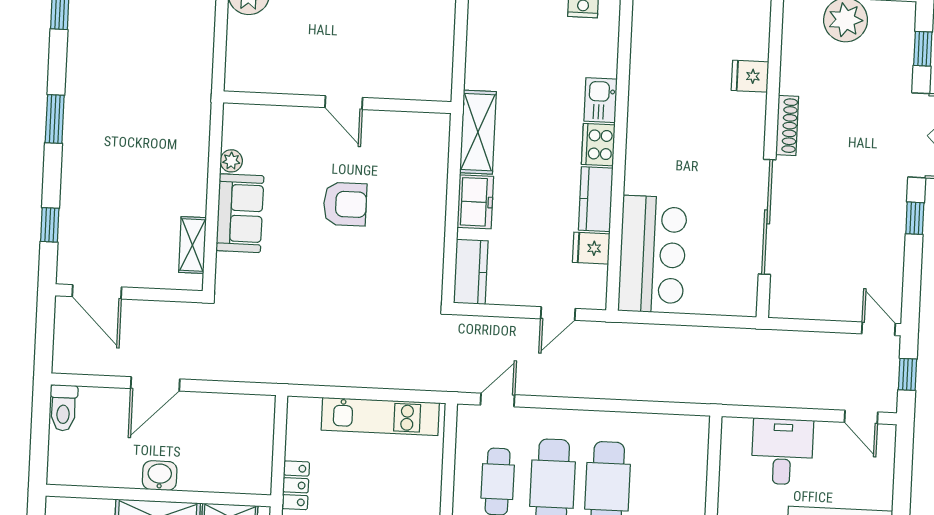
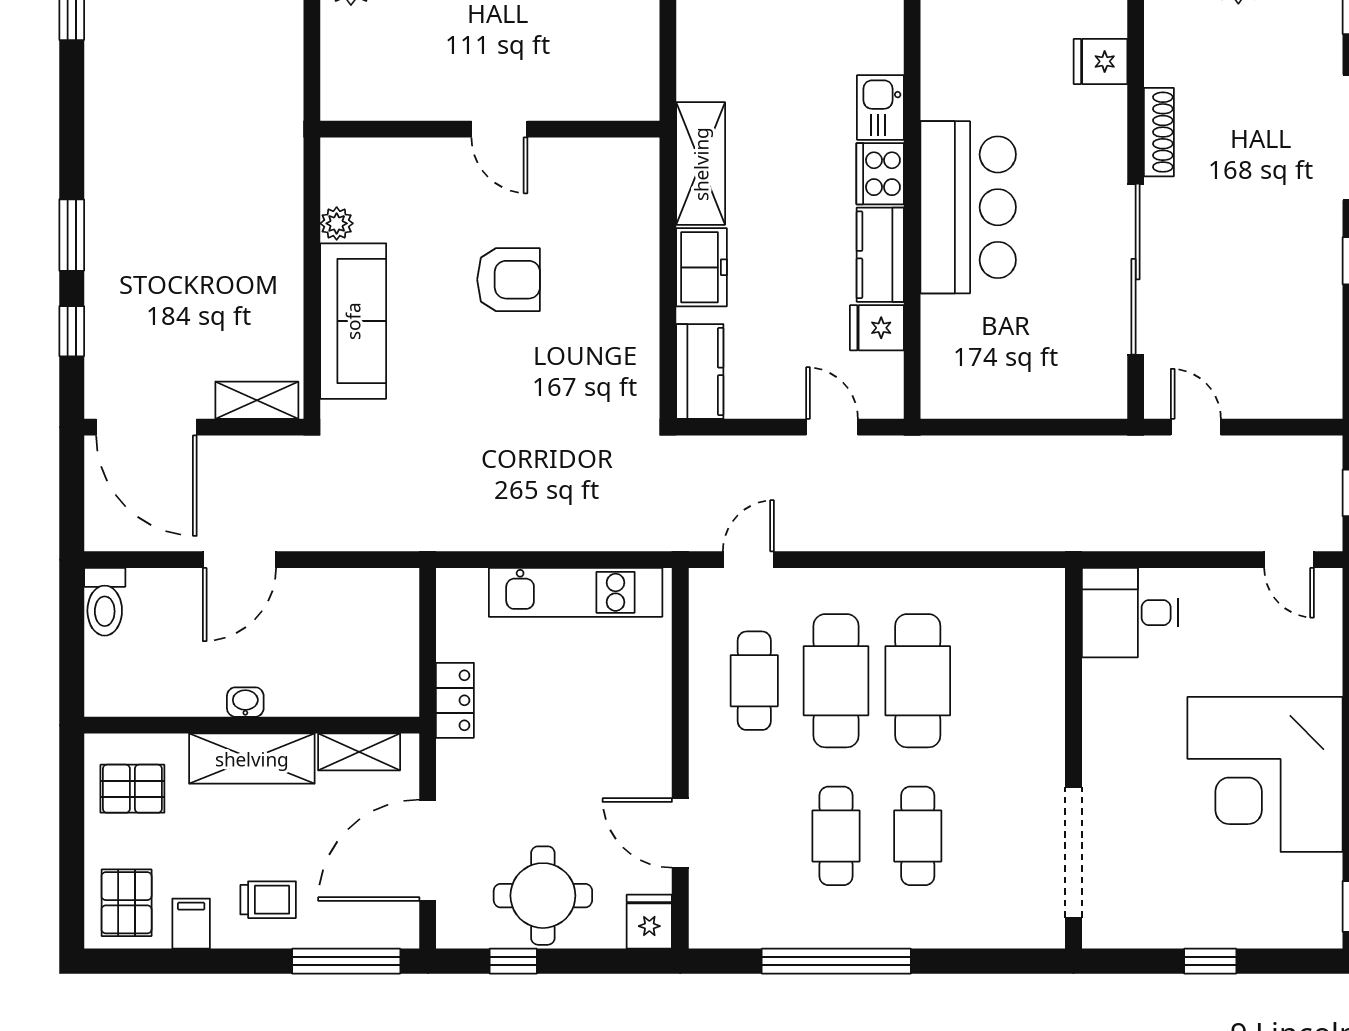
window: (55, 119) -> (72, 235), moved
sofa: (240, 213) -> (353, 321), width x1.36
shelving: (192, 245) -> (257, 400), moved, turned 90
bar counter: (652, 254) -> (968, 207), moved
door: (97, 292) -> (146, 427), width x1.36
door: (558, 314) -> (832, 427), swing flipped
door: (878, 329) -> (1196, 427), moved
desk: (782, 451) -> (1130, 613), moved, turned -90
washbasin: (160, 476) -> (245, 702), width x0.72, depth x0.69

